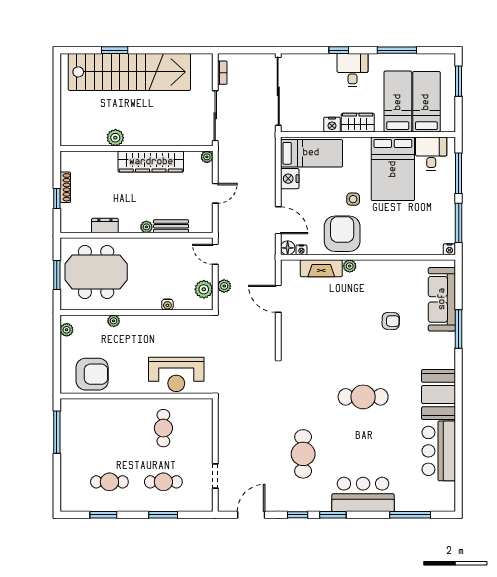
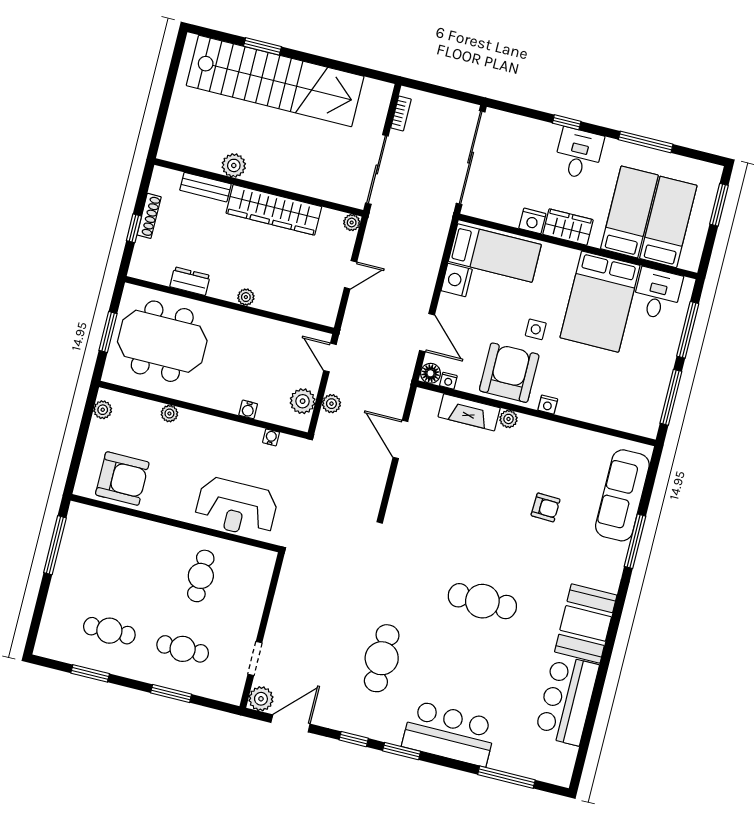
bench: (171, 226) -> (205, 187), moved
nightstand: (449, 249) -> (548, 405), moved
water cooler: (188, 320) -> (271, 437), added
plant: (226, 503) -> (261, 699), added

